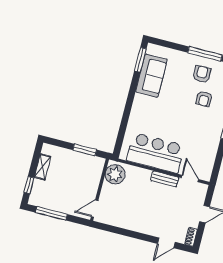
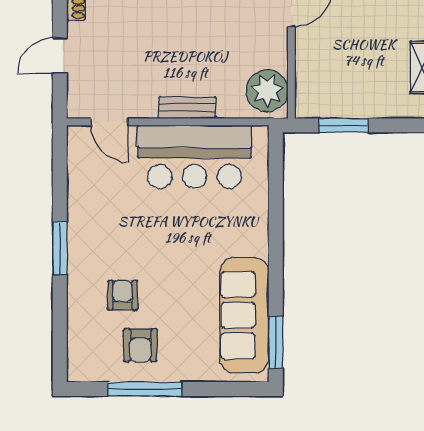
sofa: (151, 76) -> (244, 315), width x1.36
bench: (165, 179) -> (187, 108), moved

